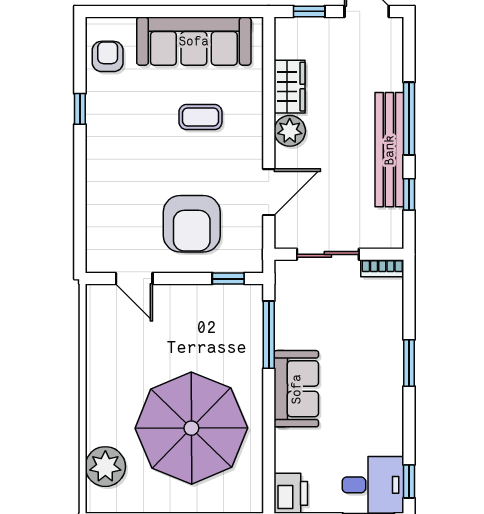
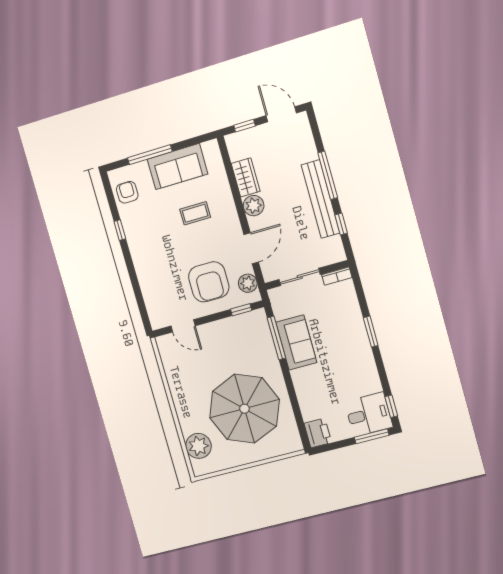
window: (158, 11) -> (150, 155), added
sofa: (194, 41) -> (177, 167), width x0.73
plant: (249, 242) -> (248, 283), added
sofa: (296, 389) -> (296, 342), moved

